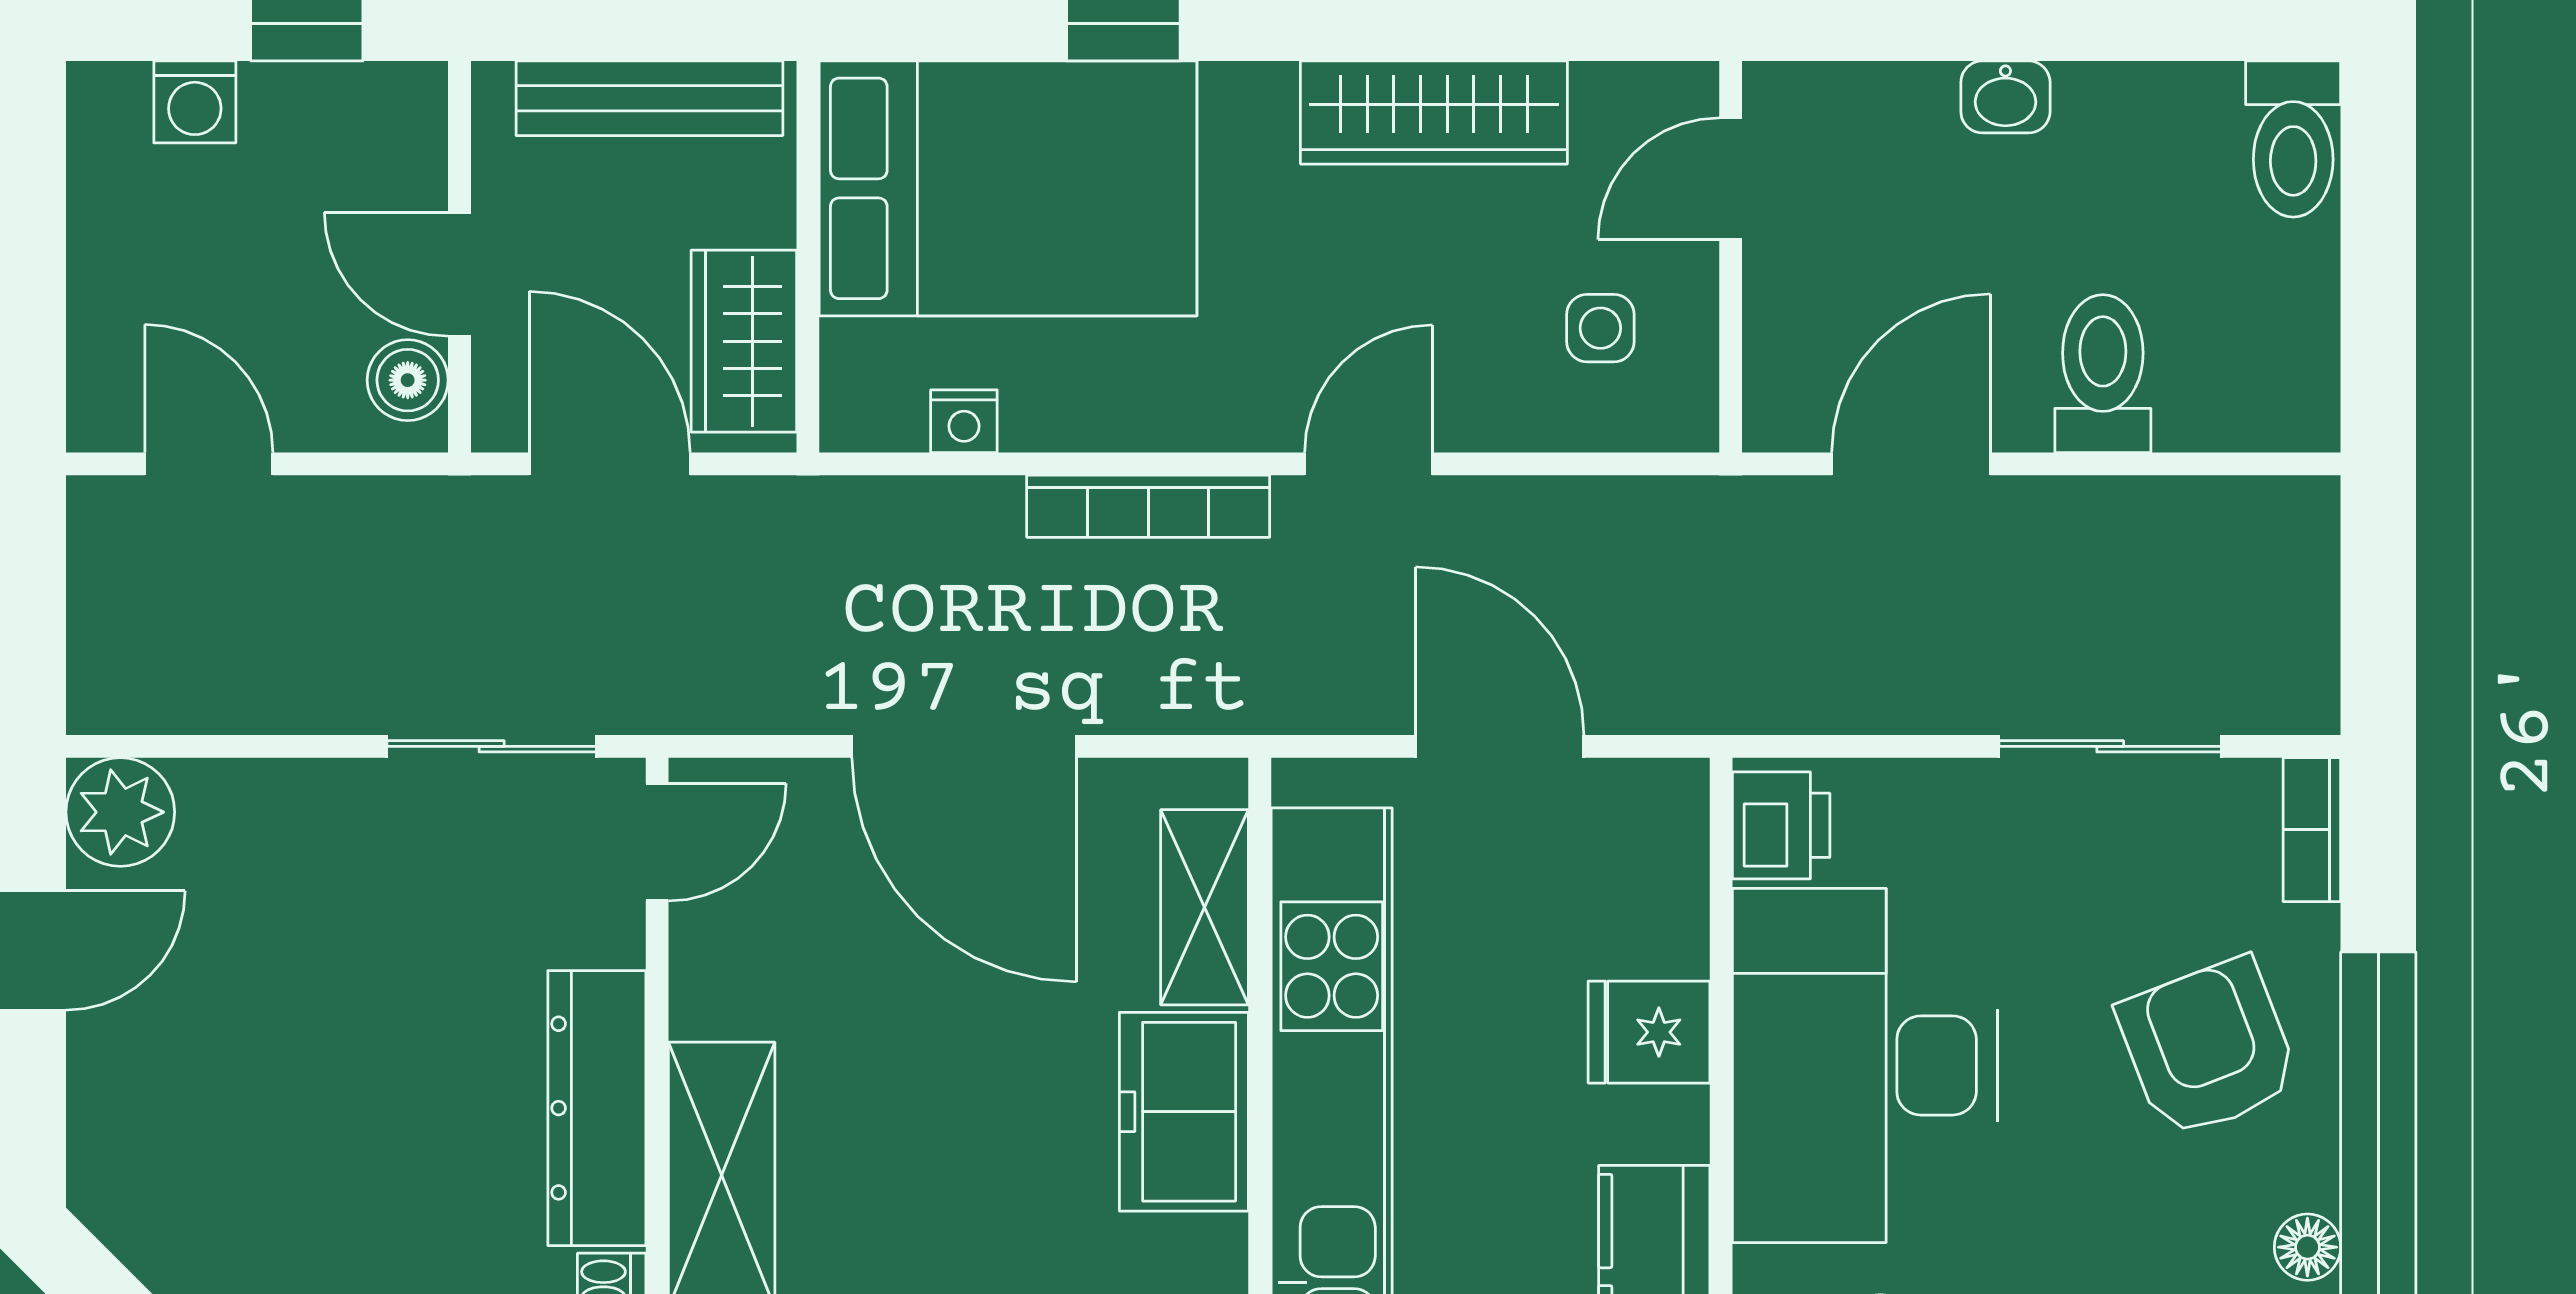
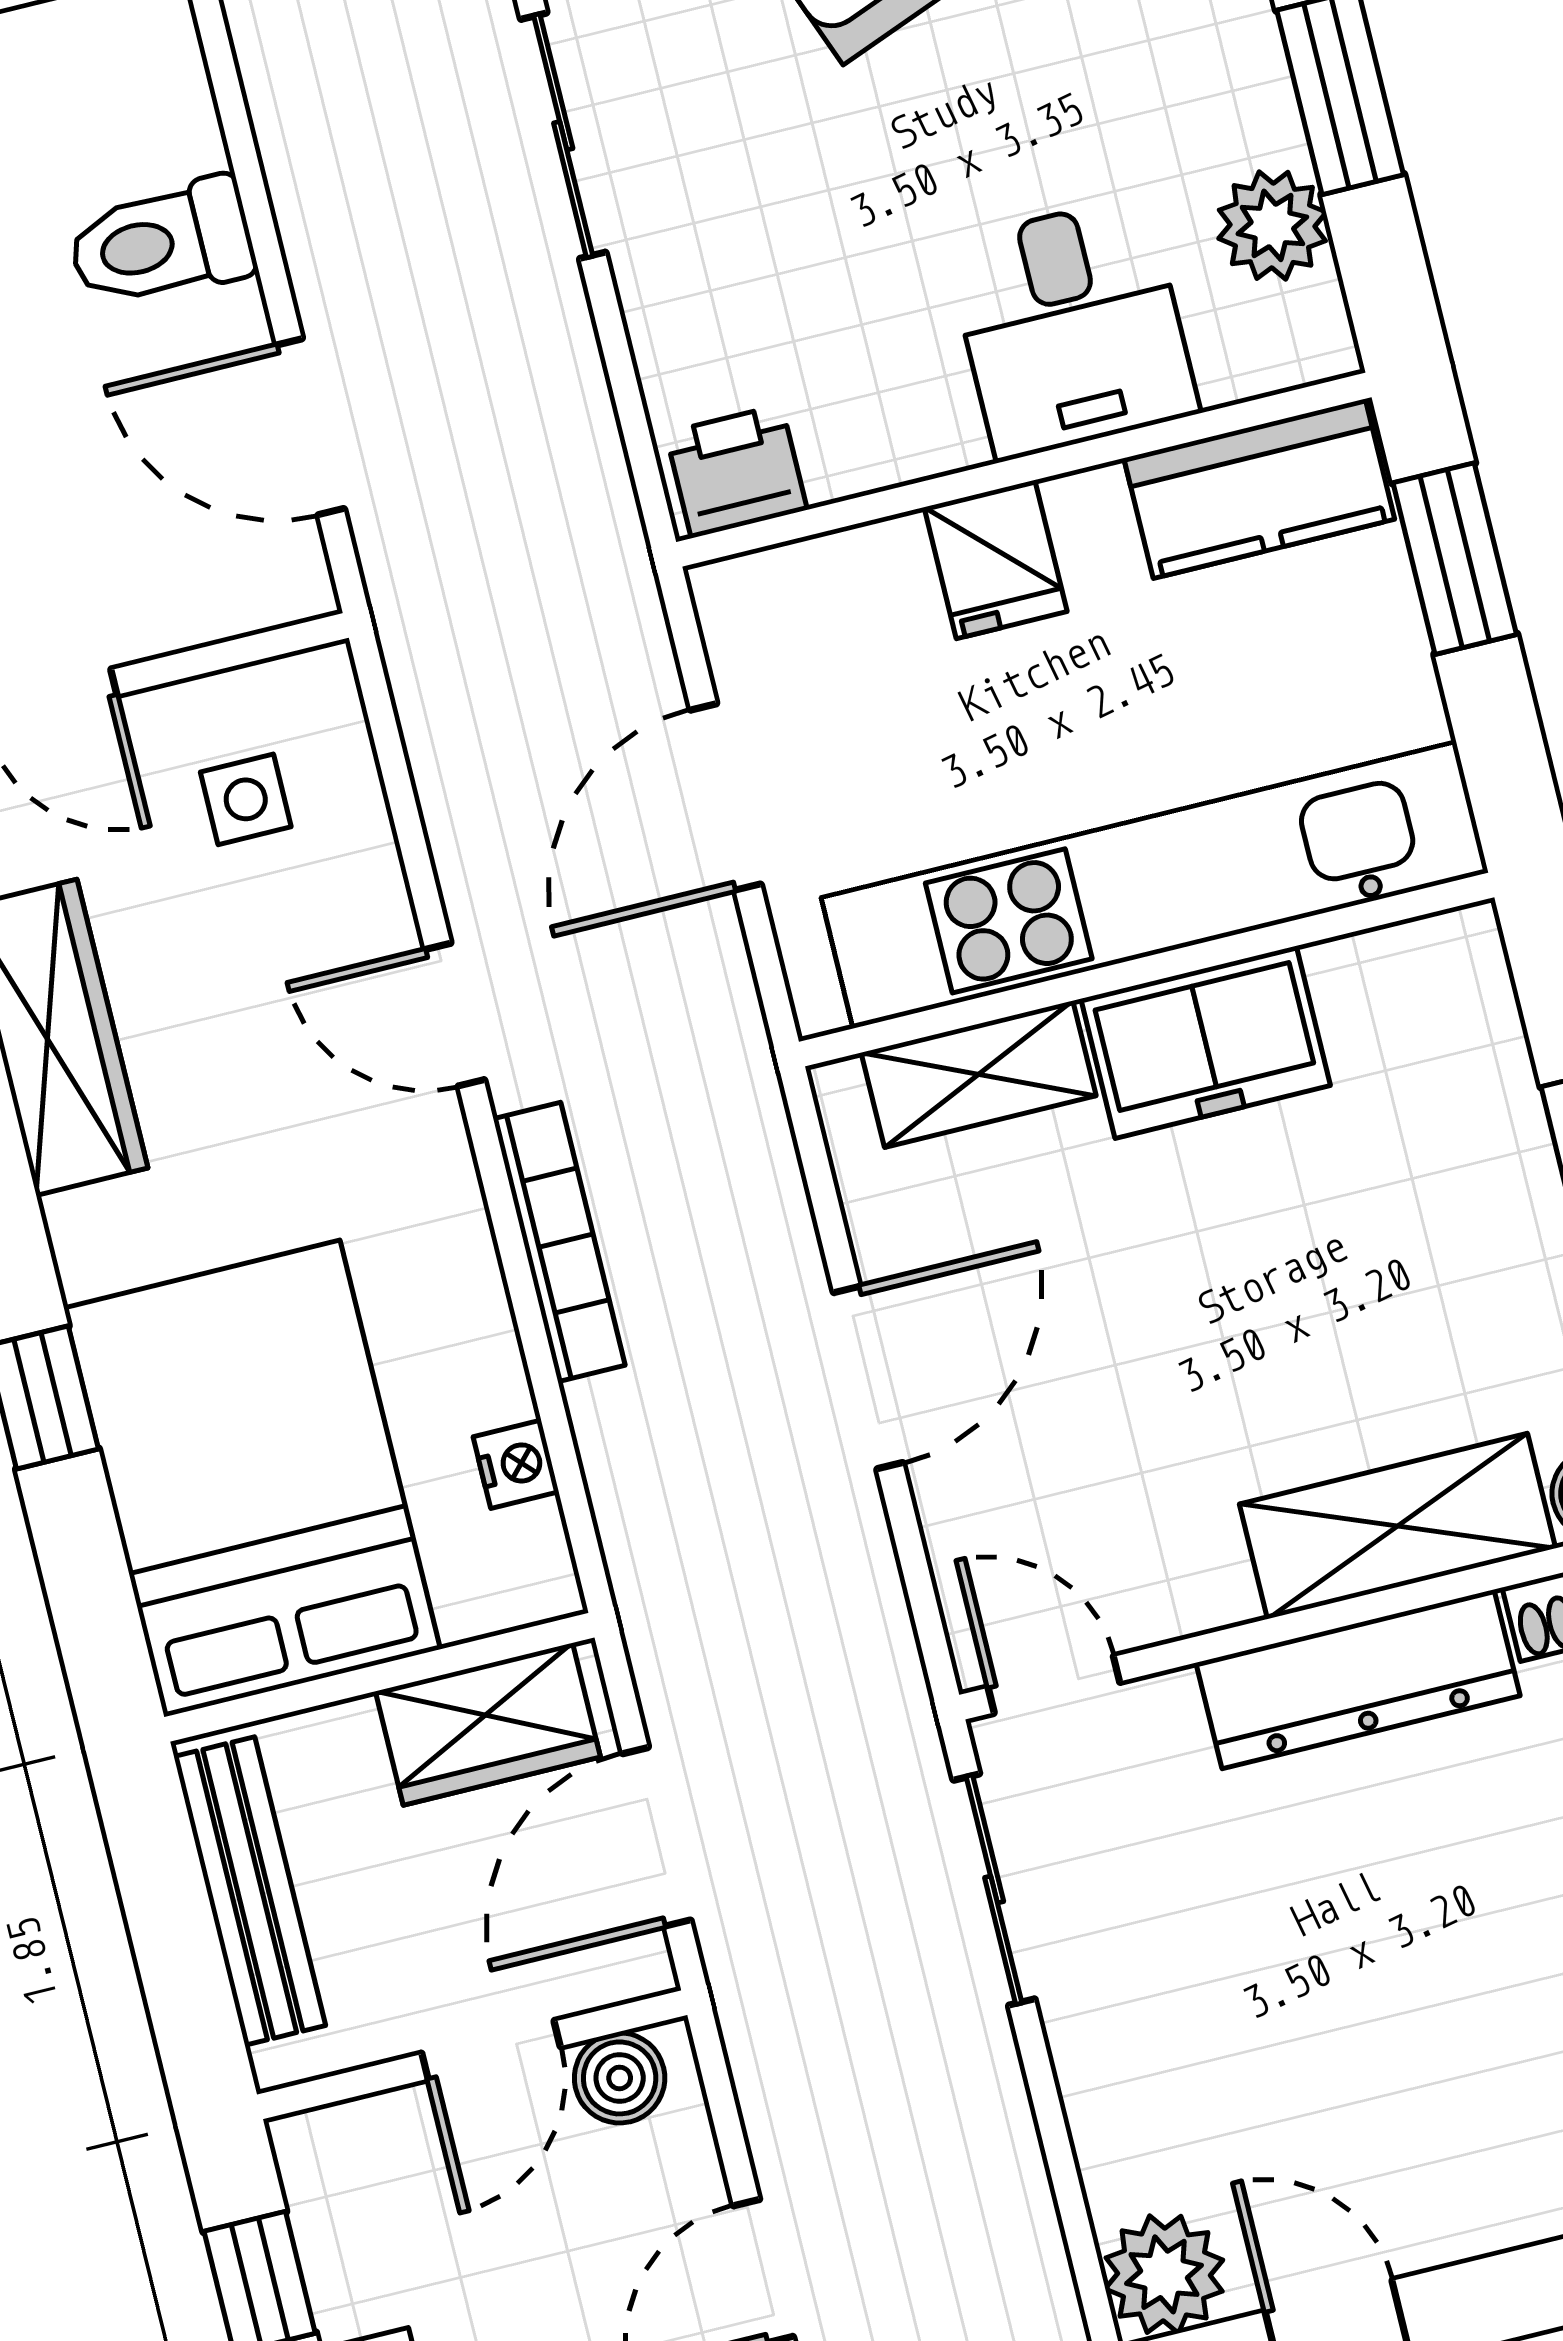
door: (964, 746) -> (868, 1378), width x0.73
desk: (1865, 1065) -> (1072, 328), width x0.53, depth x0.77

